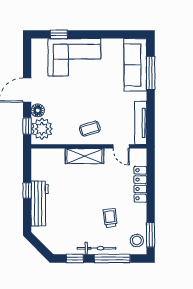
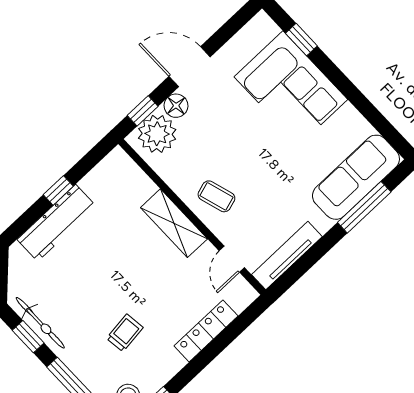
bicycle: (97, 248) -> (40, 323), moved

